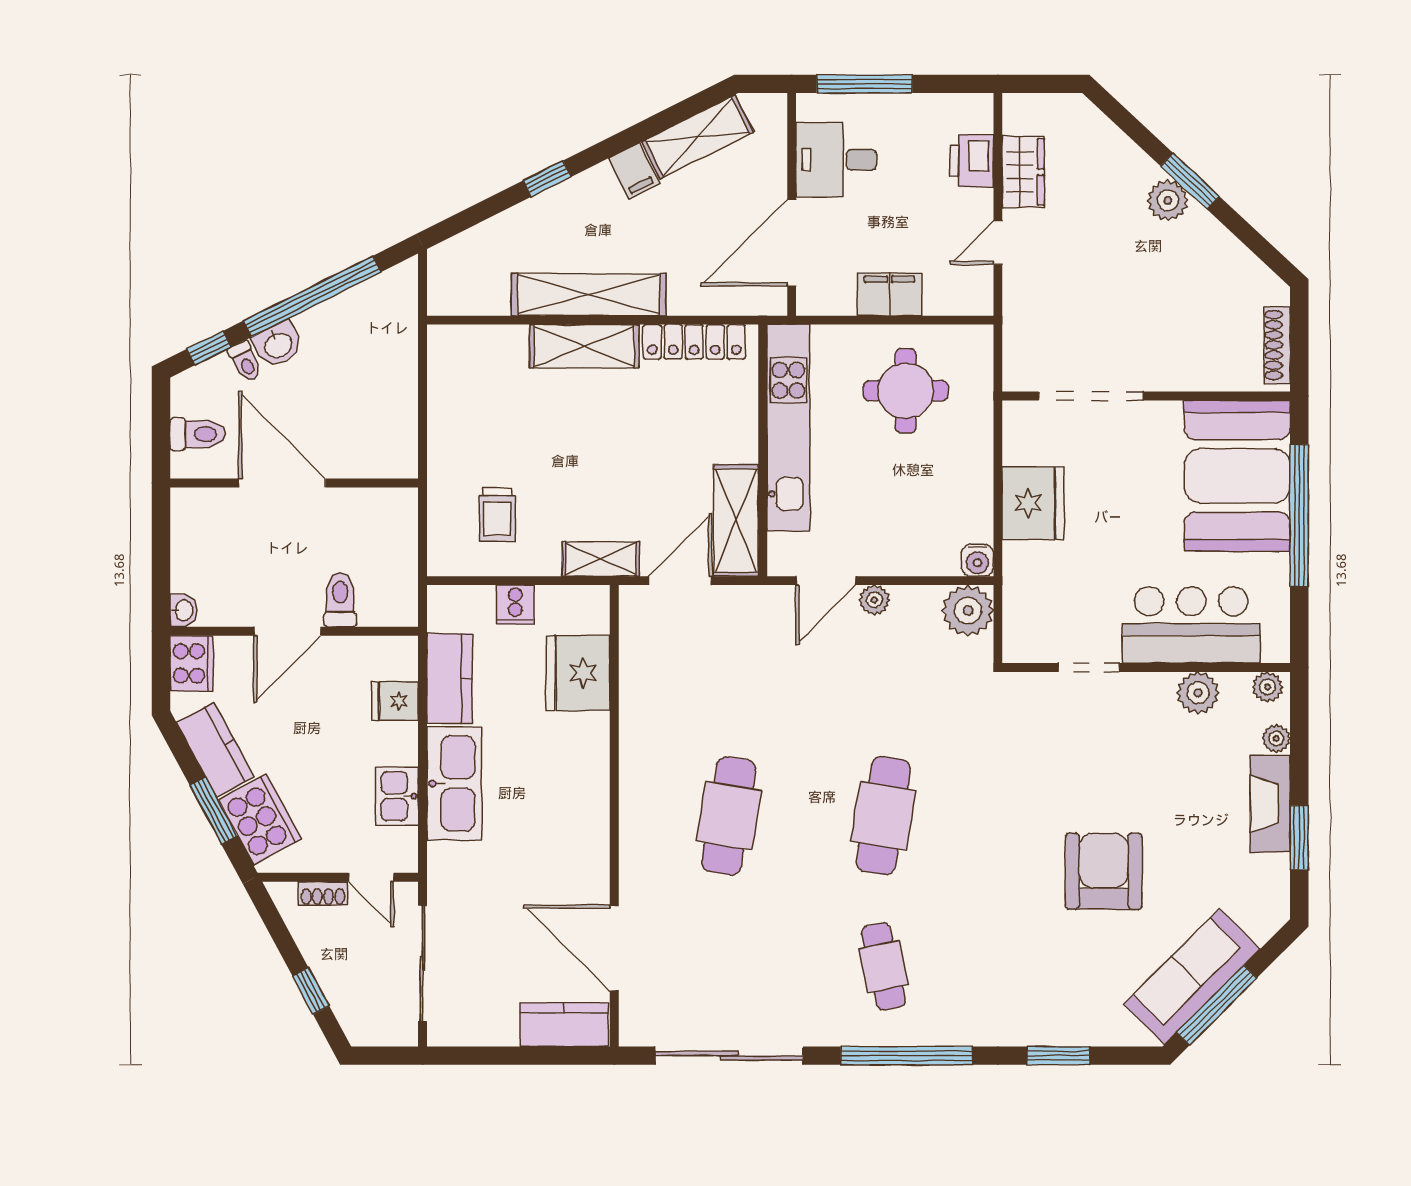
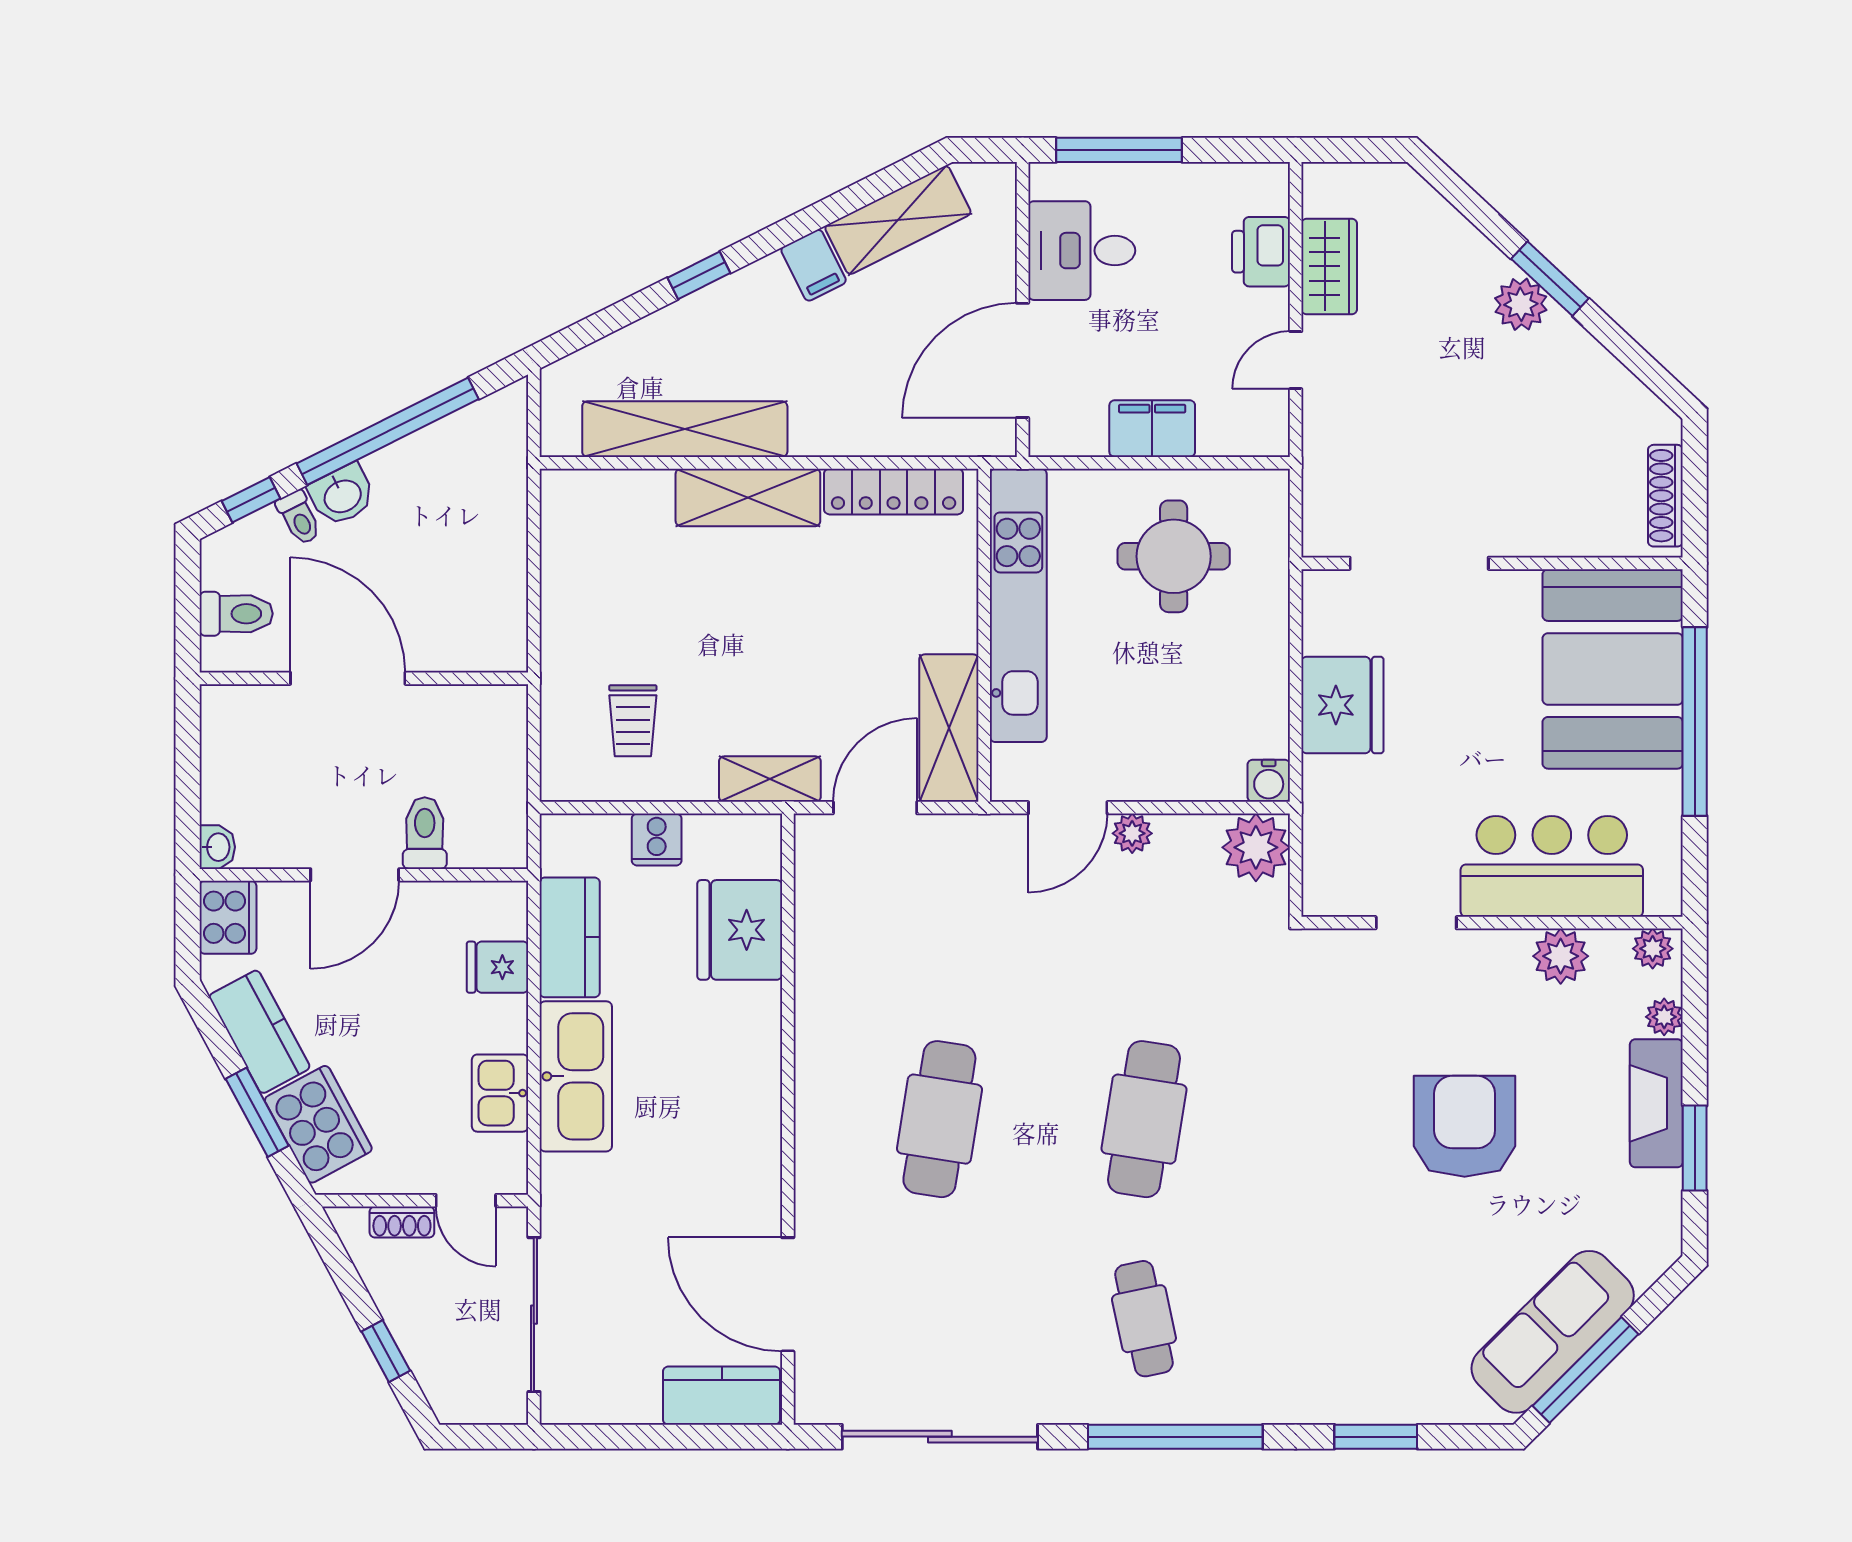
shelving: (589, 295) -> (685, 429), moved
armchair: (1104, 871) -> (1465, 1126), moved

